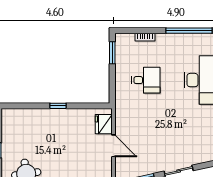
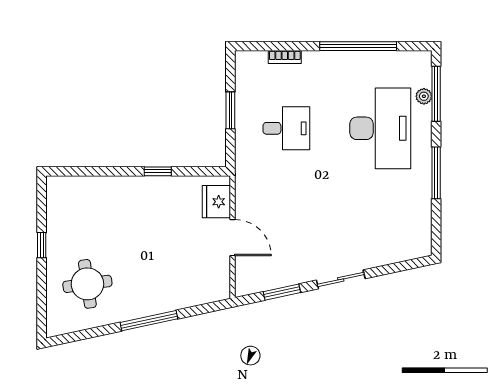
window: (112, 53) -> (230, 110), moved
window: (58, 106) -> (158, 171), moved

